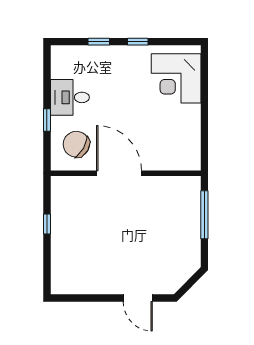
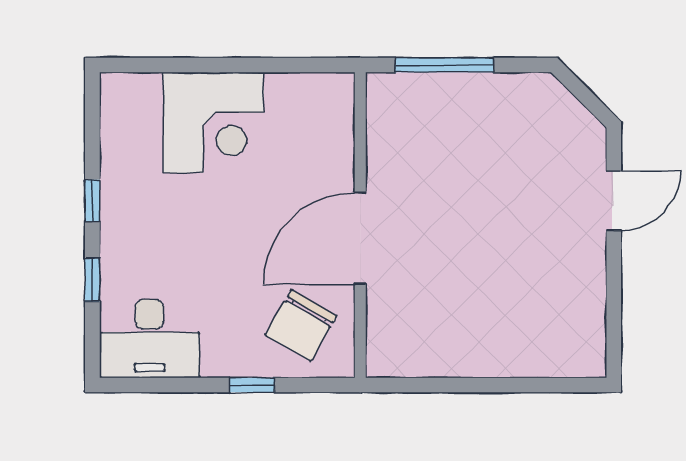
corner desk: (176, 78) -> (213, 123), moved
desk: (70, 97) -> (150, 338), moved, width x1.37
window: (47, 224) -> (463, 385), removed

